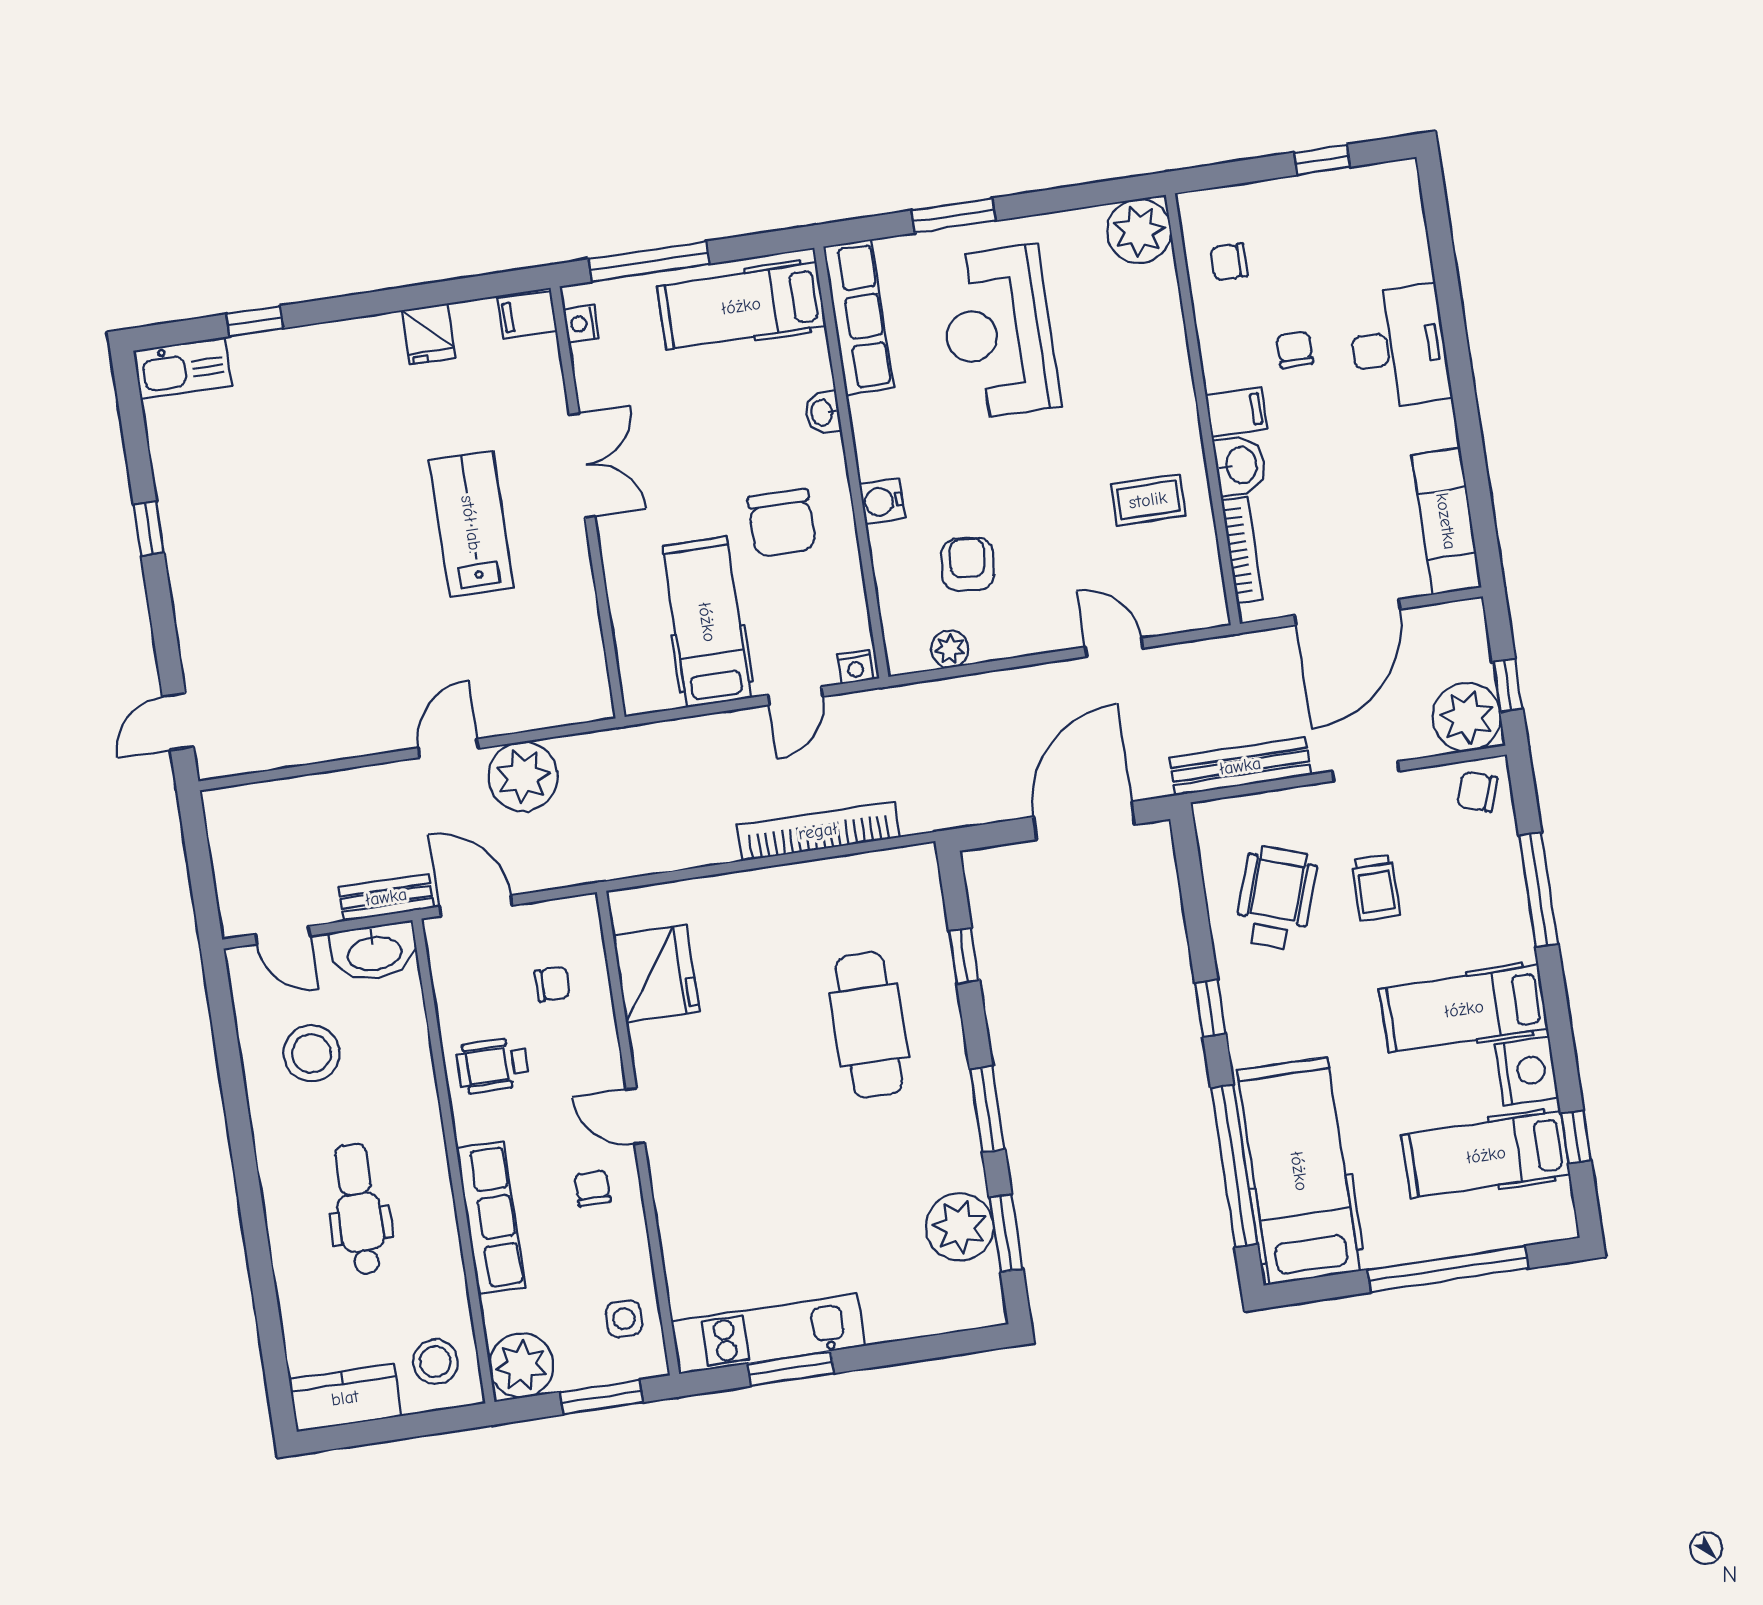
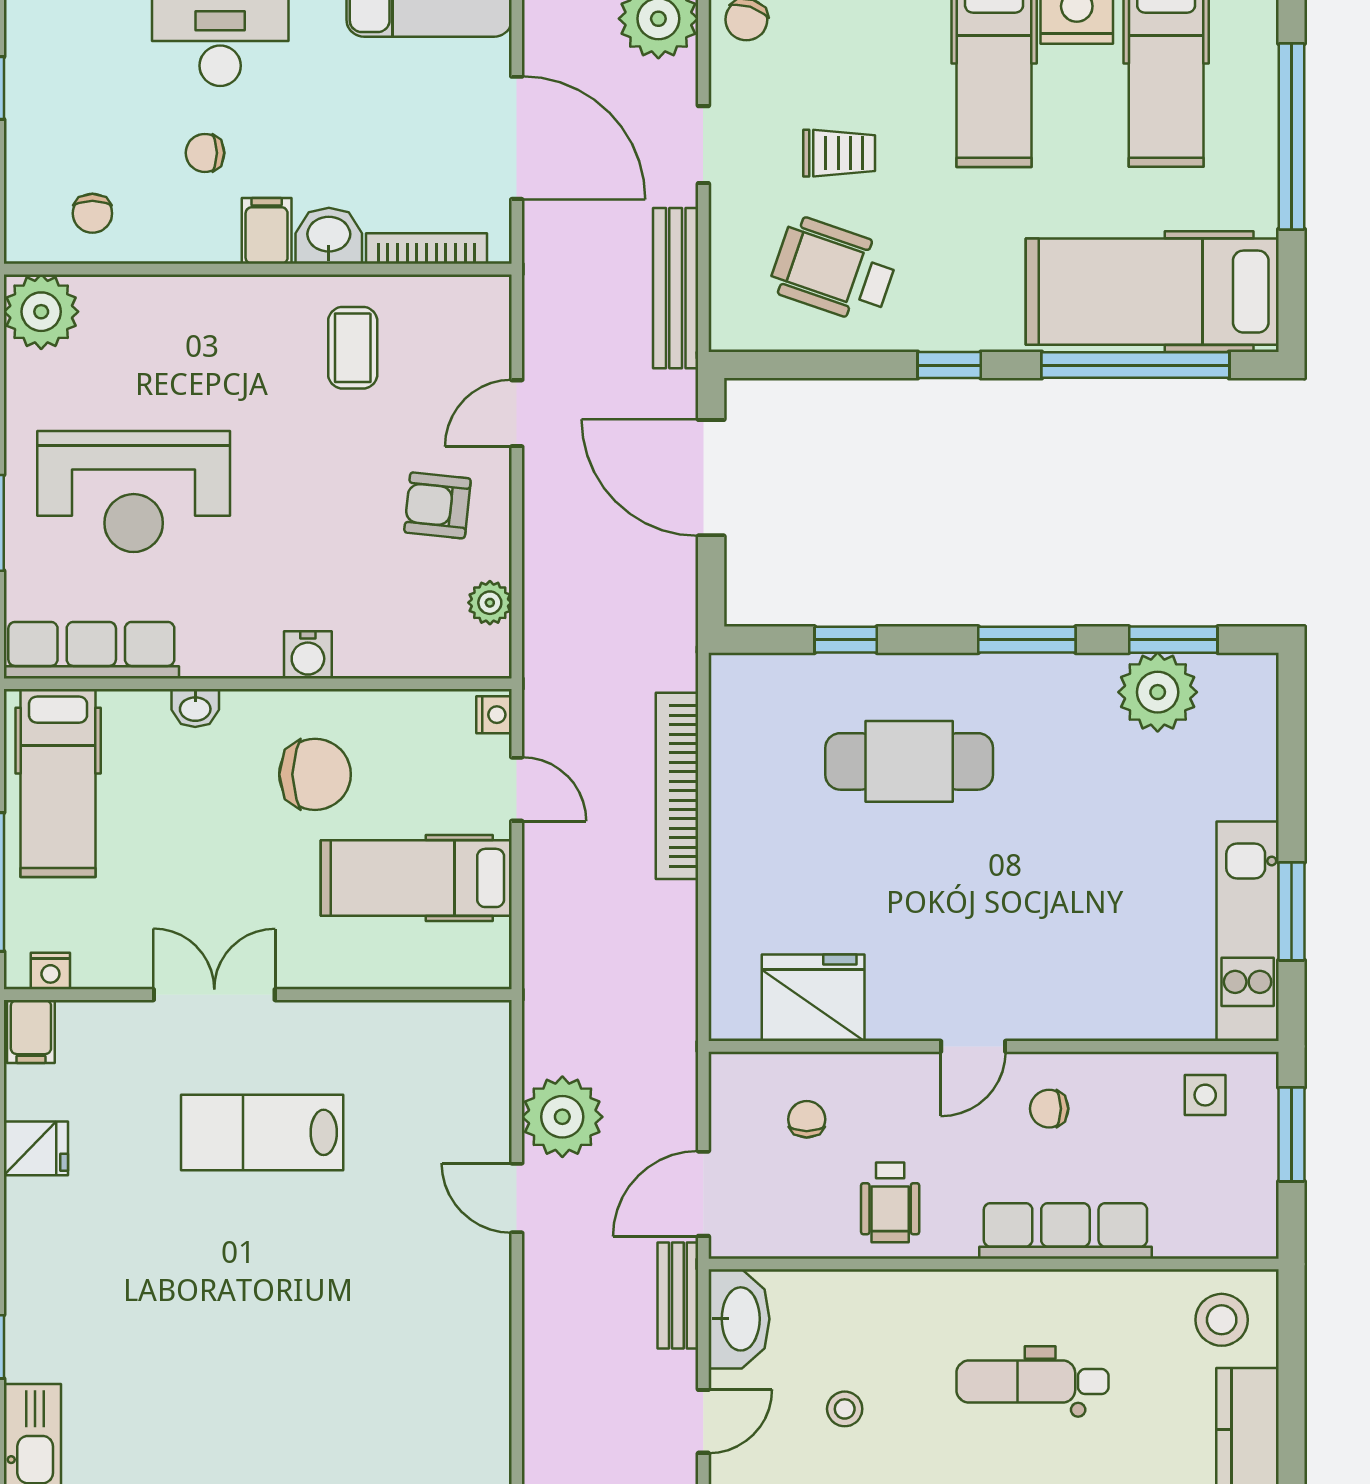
armchair: (968, 564) -> (437, 505), moved
stool: (311, 1053) -> (845, 1409), width x0.53, depth x0.53
plant: (521, 1365) -> (1241, 1221), removed

